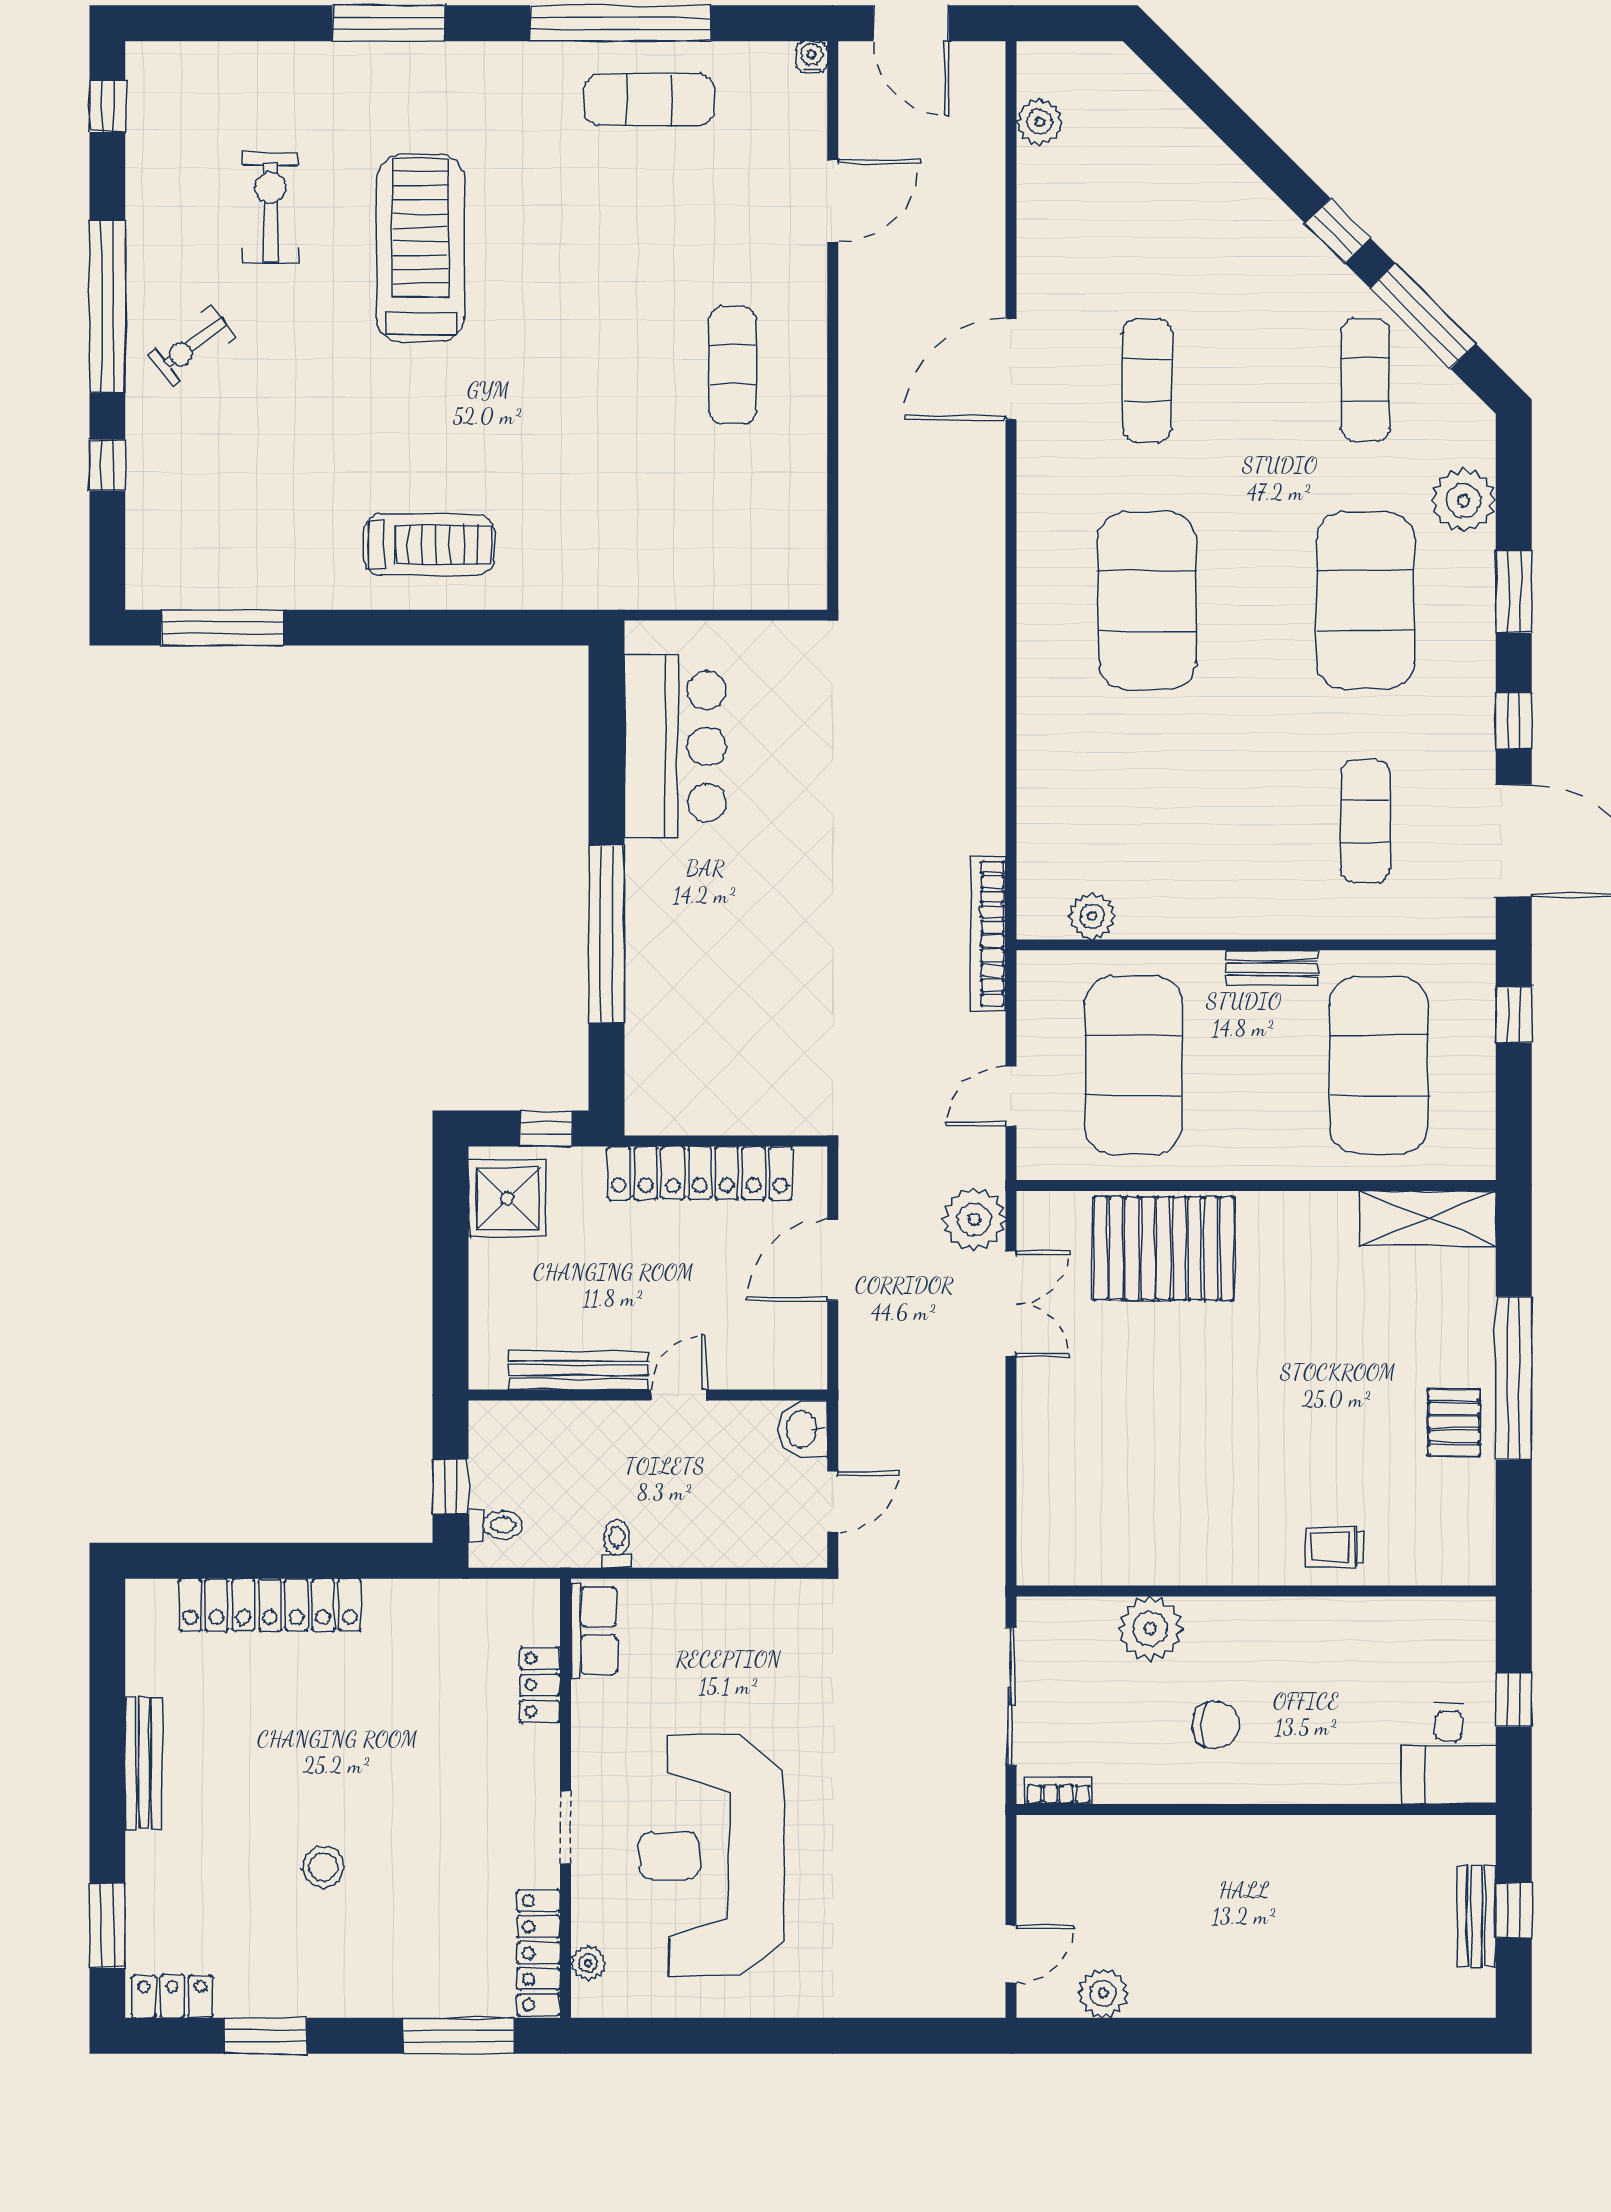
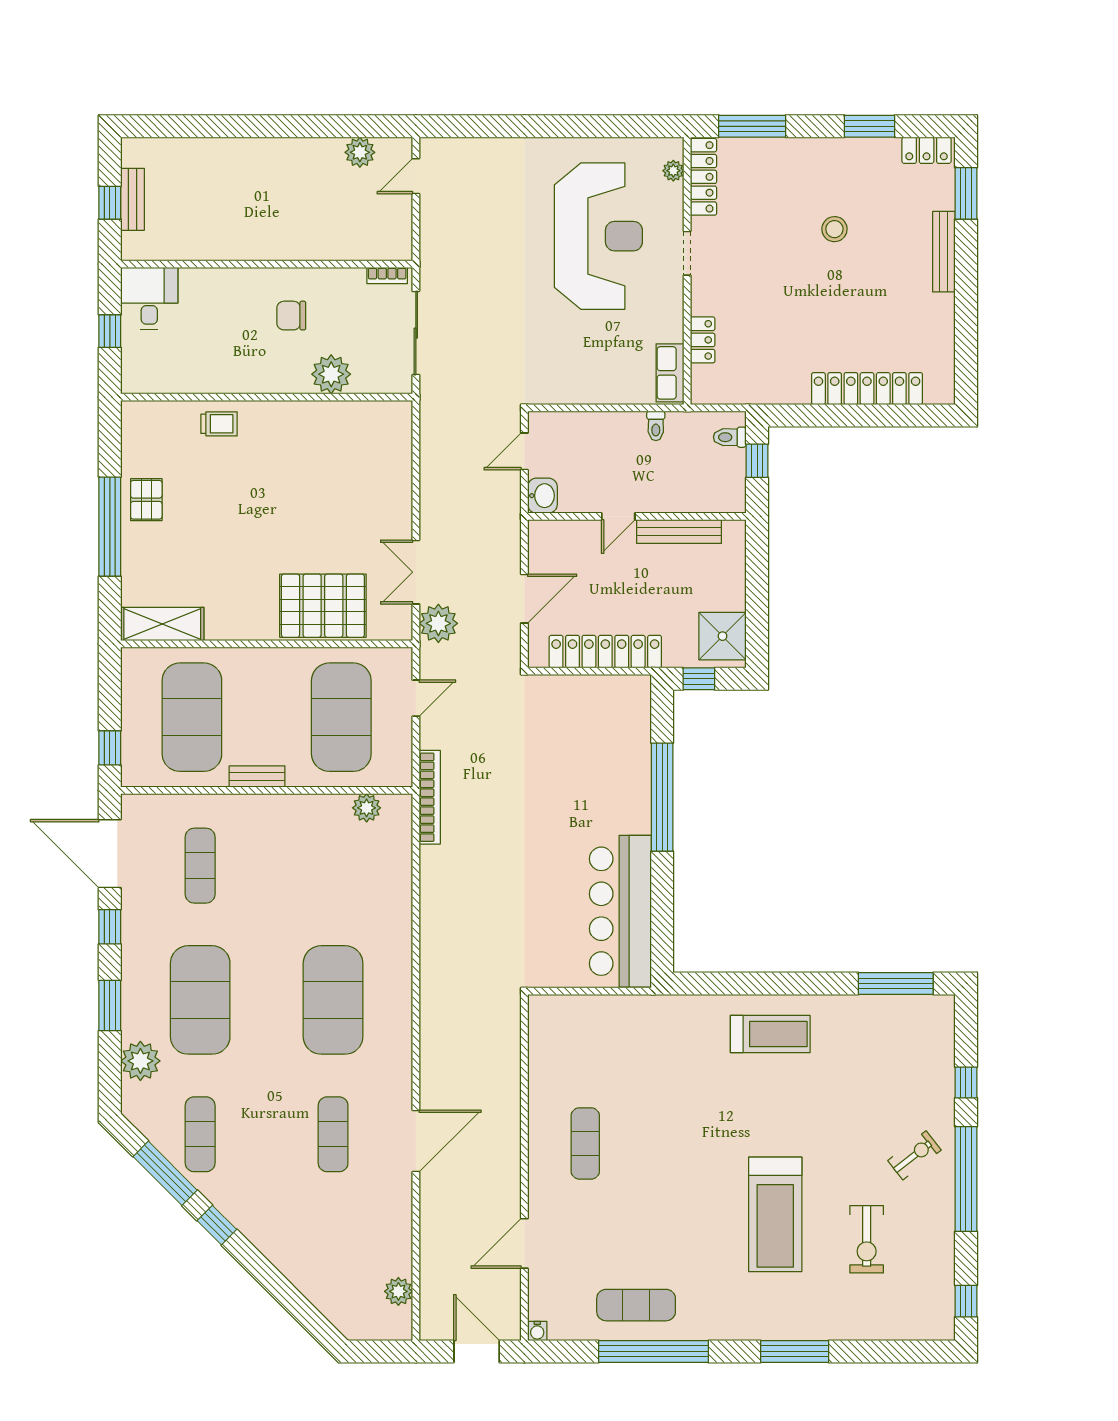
treadmill: (429, 545) -> (770, 1034), turned 180
bar counter: (675, 746) -> (620, 911), width x1.36
bench: (144, 1763) -> (944, 252), moved

